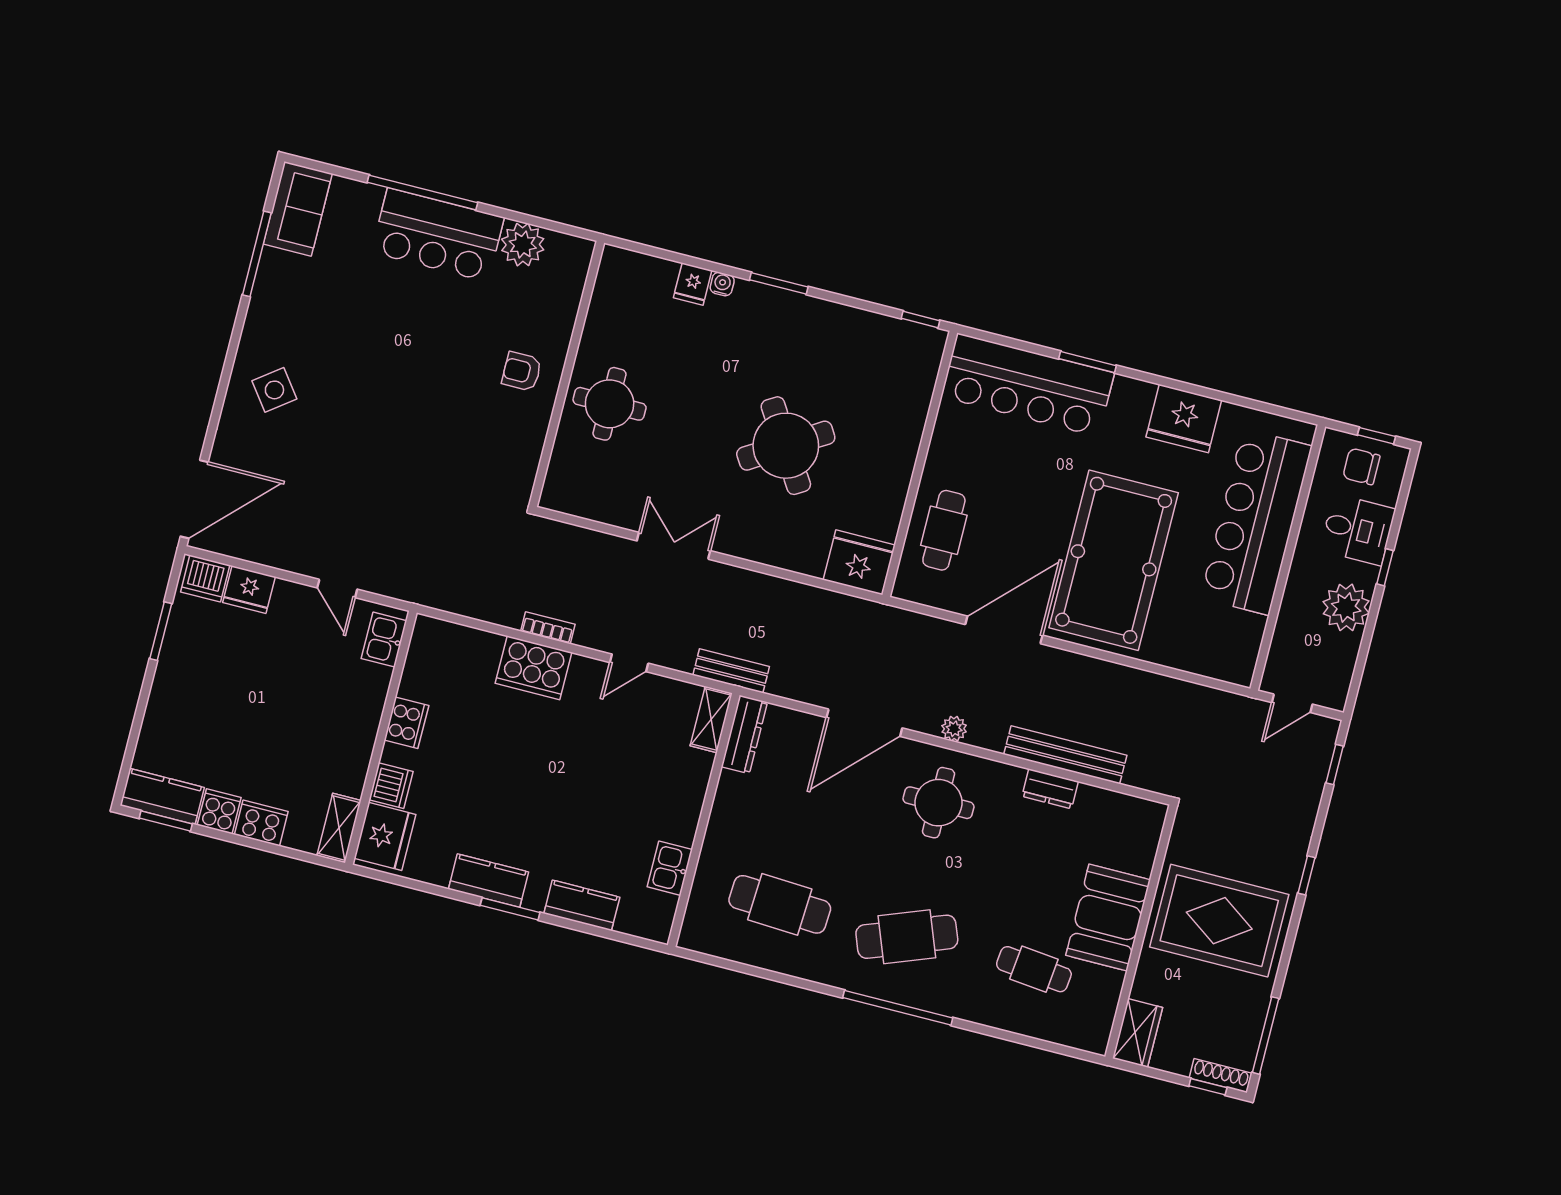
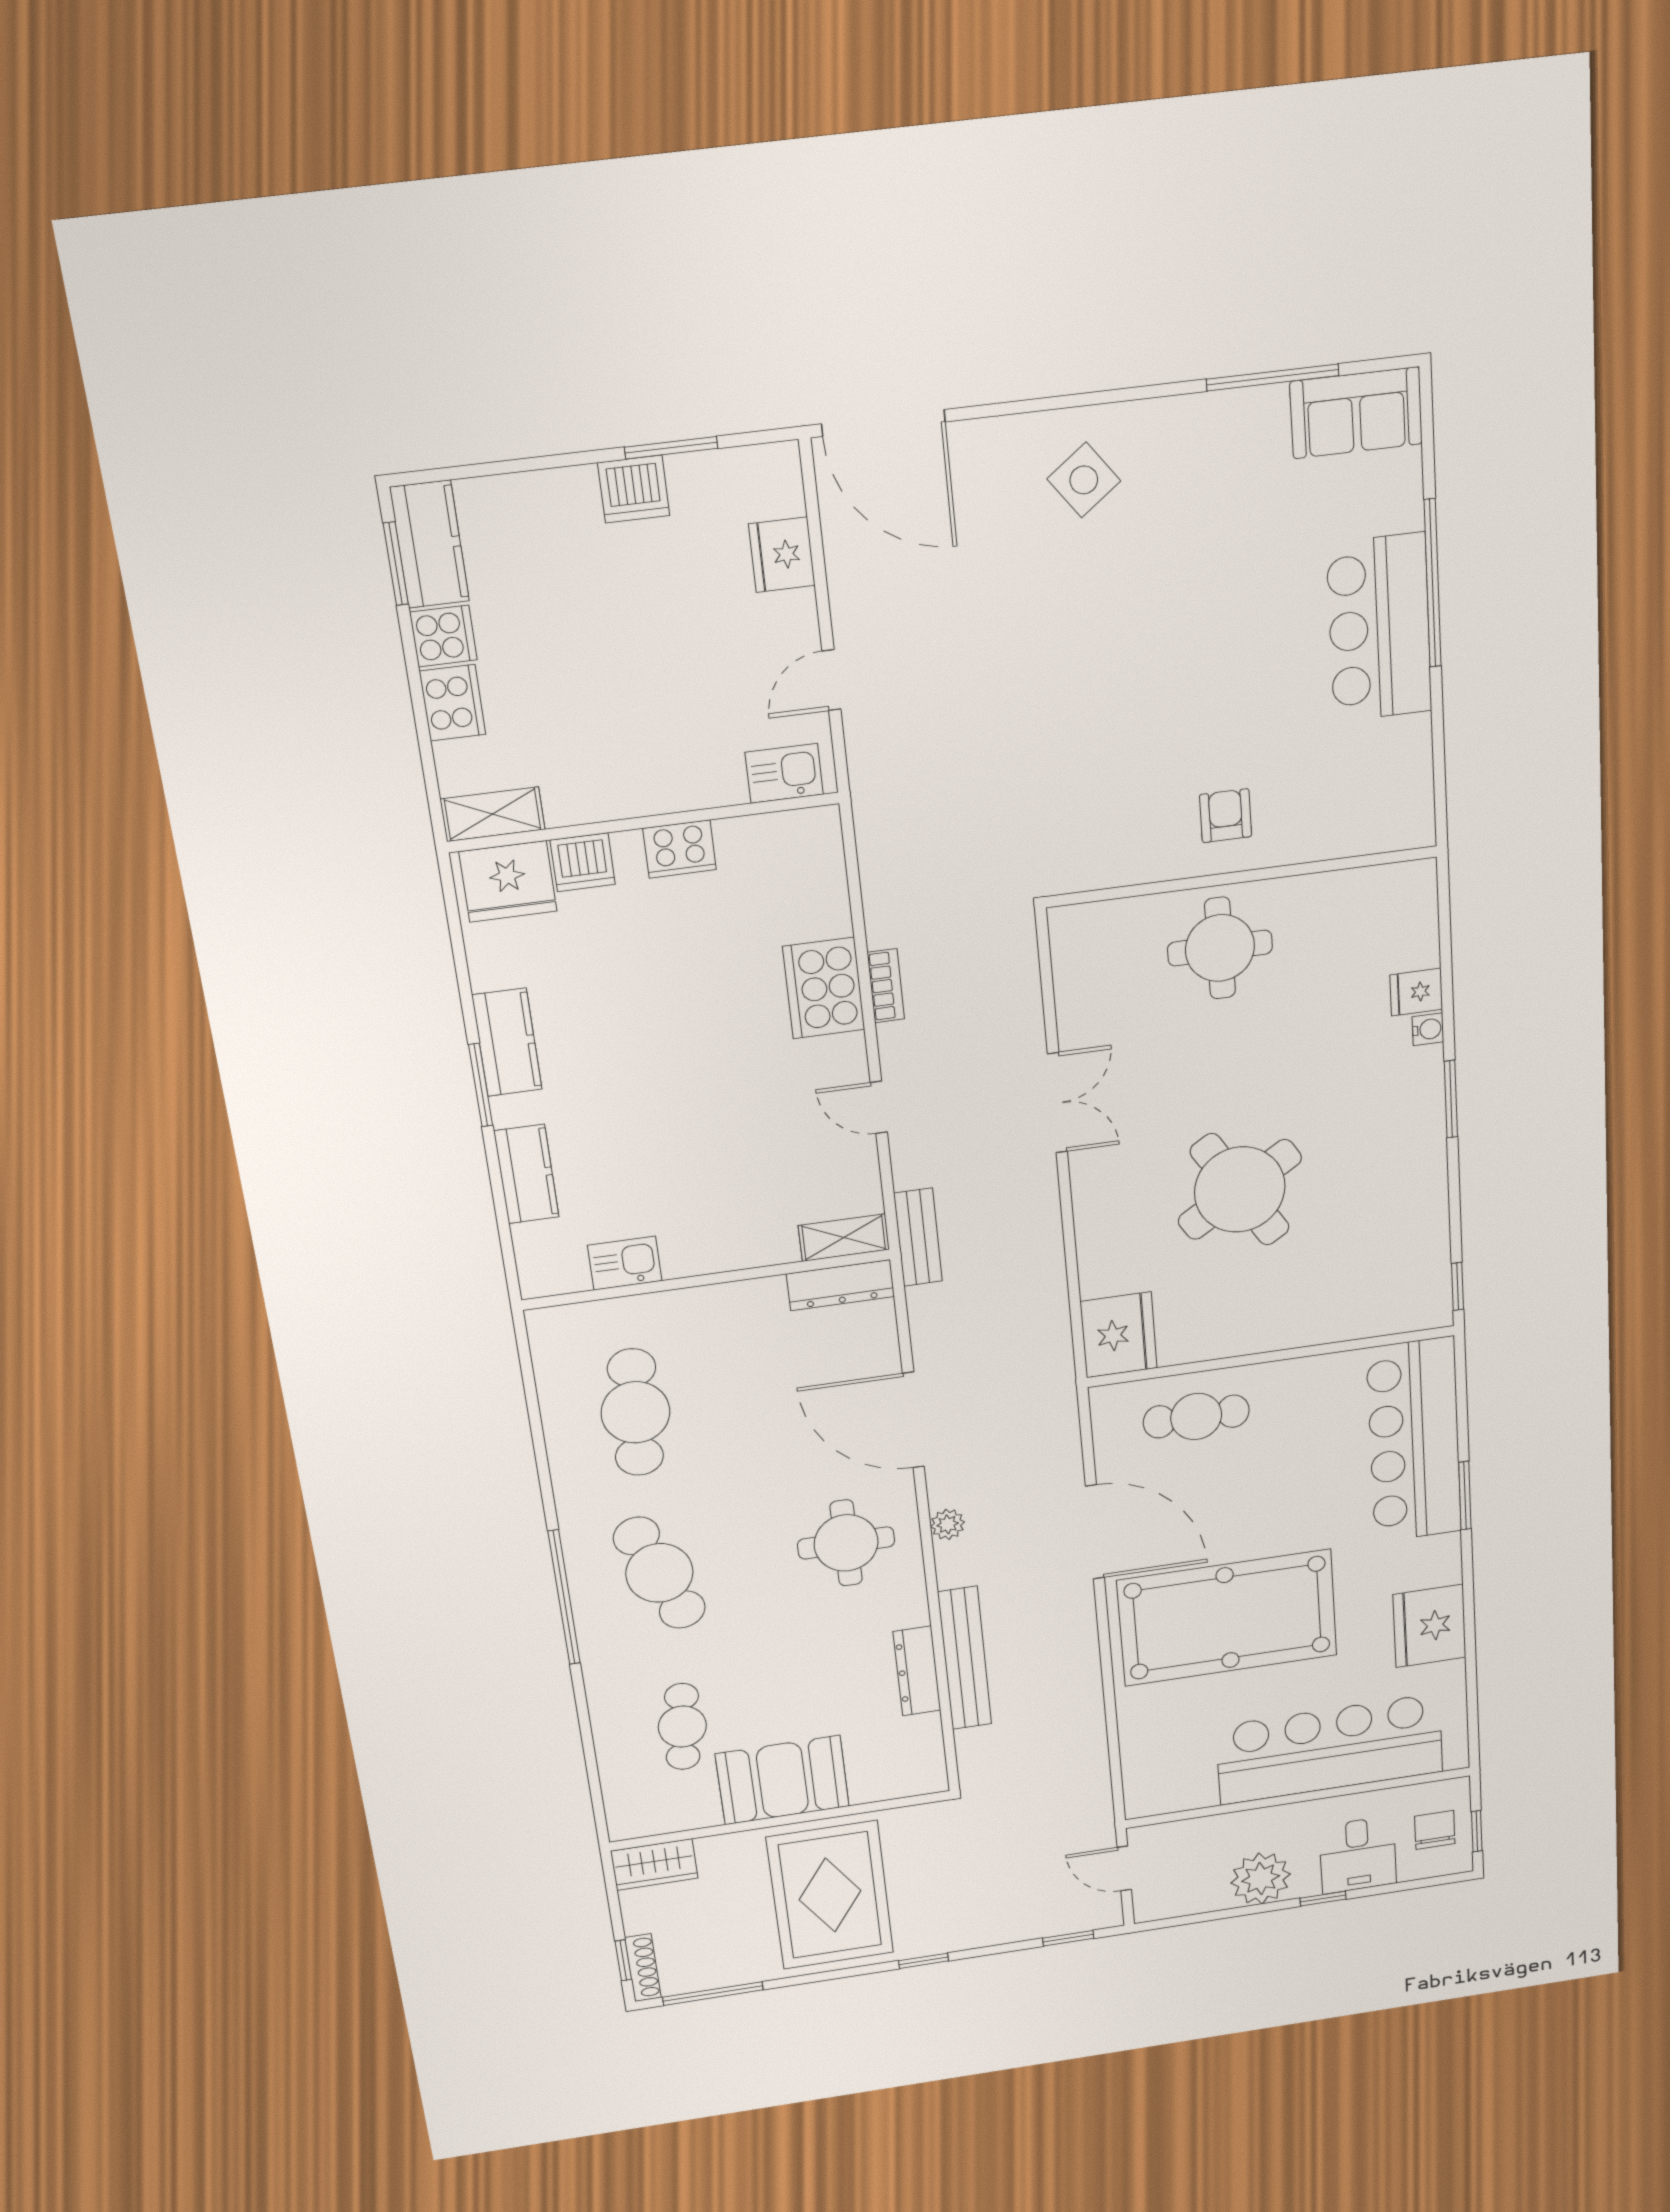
plant: (523, 245) -> (1401, 750), removed
dishwasher: (205, 578) -> (634, 489), moved, turned -90
dresser: (1050, 789) -> (917, 1671), width x1.44

